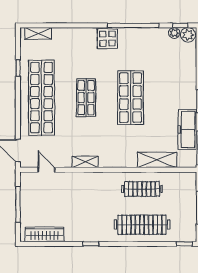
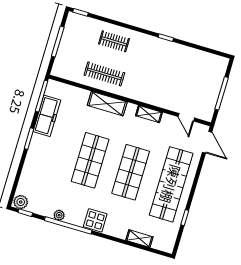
shelving: (38, 33) -> (139, 239), moved
plant: (174, 33) -> (59, 215), moved
shop shelf: (86, 98) -> (131, 172), width x1.43, depth x1.36
shelving: (157, 160) -> (107, 104), moved
clothes rail: (142, 225) -> (114, 41), width x0.54, depth x0.76
wardrobe: (45, 234) -> (205, 59), removed

